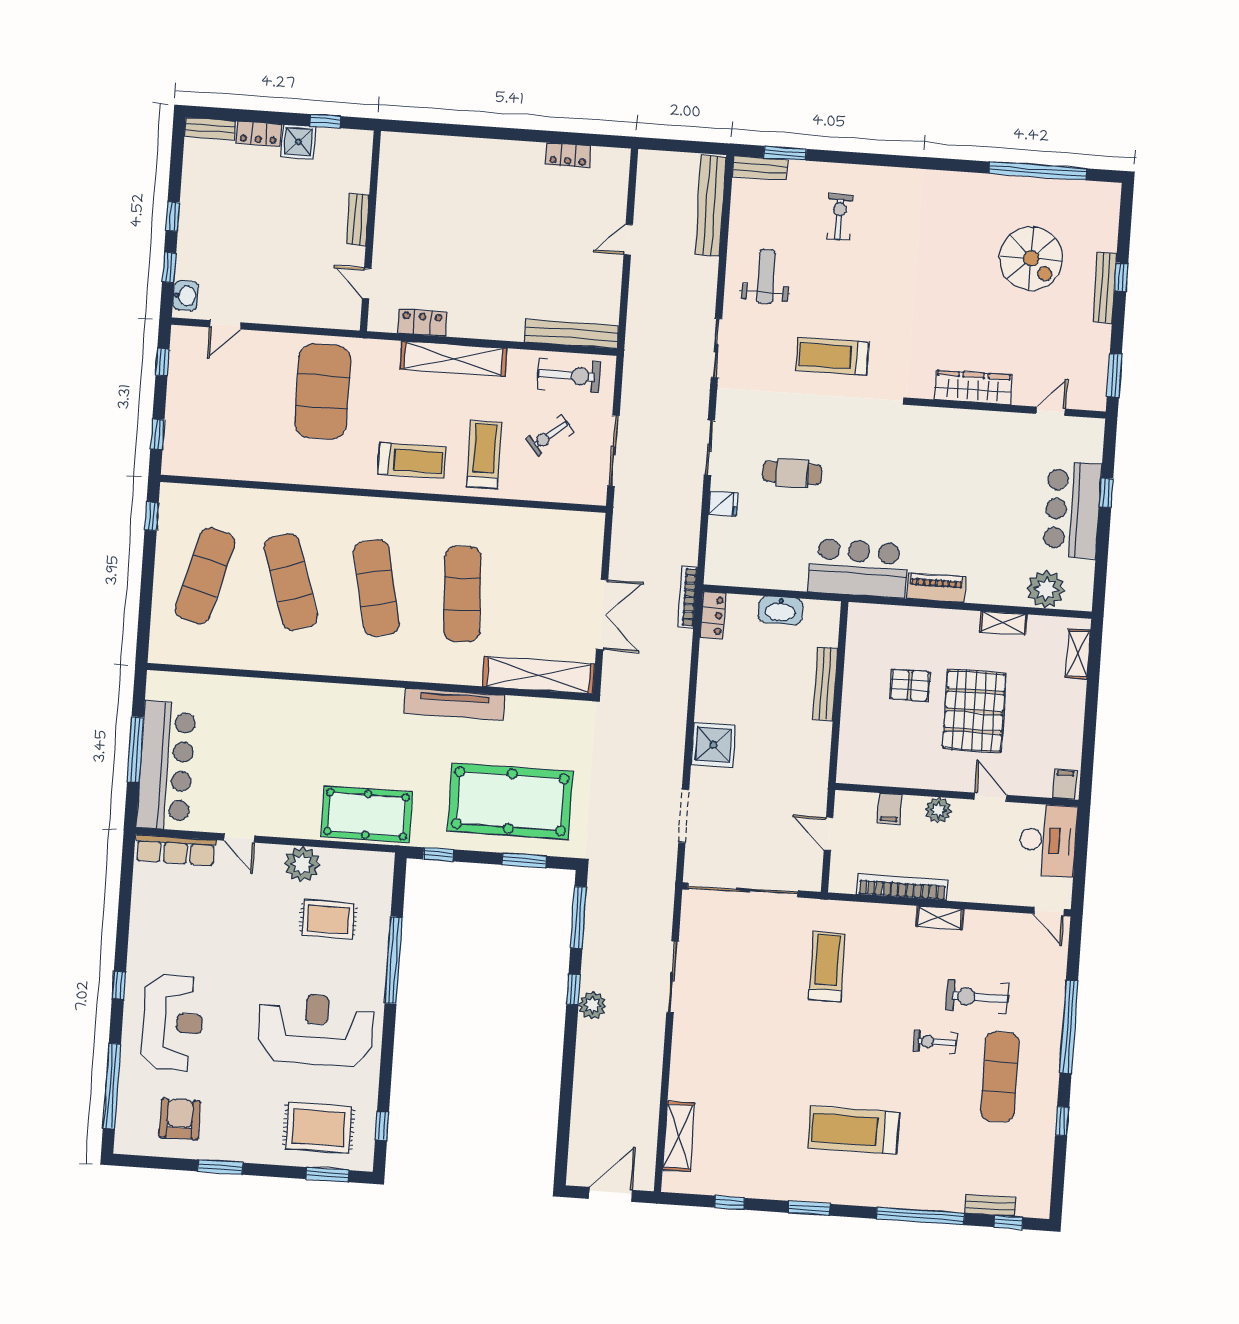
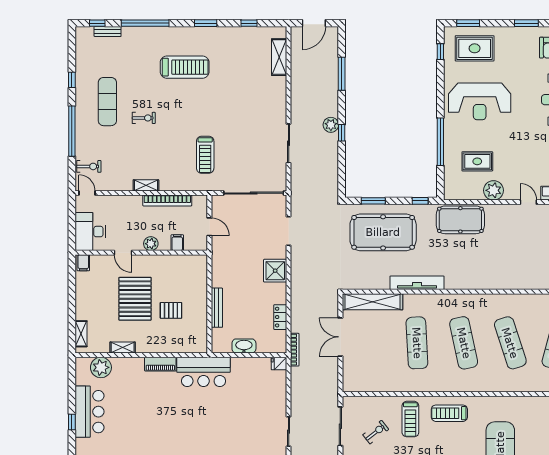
cafe table: (792, 473) -> (243, 421), removed
fridge: (723, 504) -> (279, 364), moved
locker: (713, 615) -> (280, 317), moved
window: (578, 917) -> (342, 74), moved
exercise bike: (977, 997) -> (89, 166), moved, width x0.73, depth x0.72

